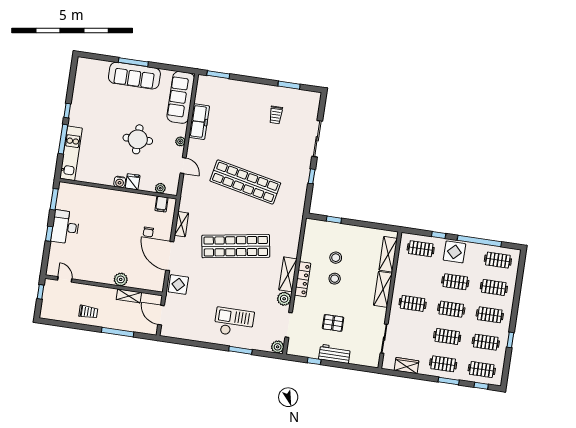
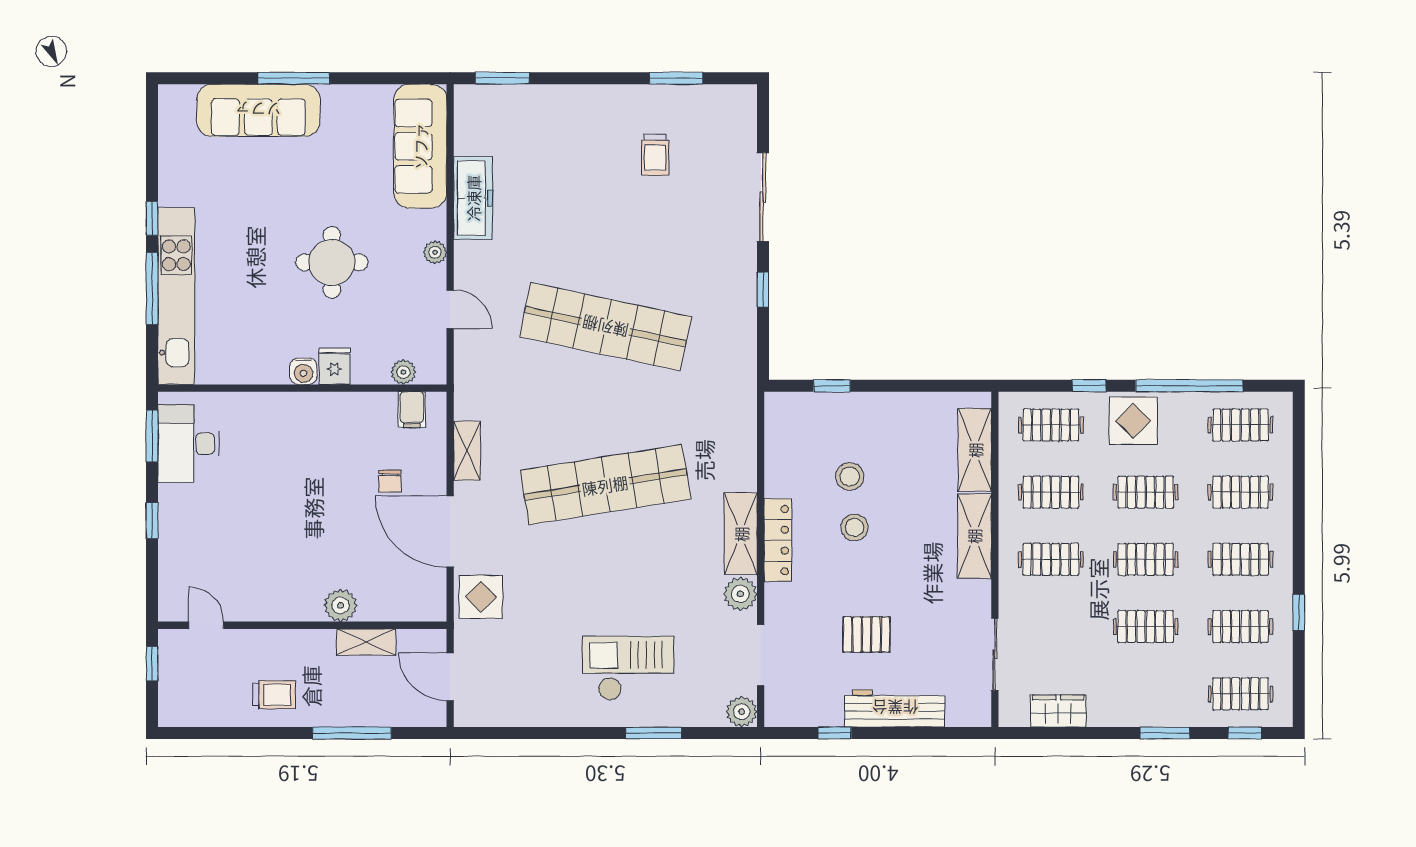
sofa: (134, 76) -> (258, 110), moved
kitchen unit: (71, 153) -> (176, 296), width x1.36
desk: (65, 227) -> (189, 444), moved
workbench: (334, 354) -> (895, 708), width x1.38
clothes rail: (443, 364) -> (1051, 492), moved

